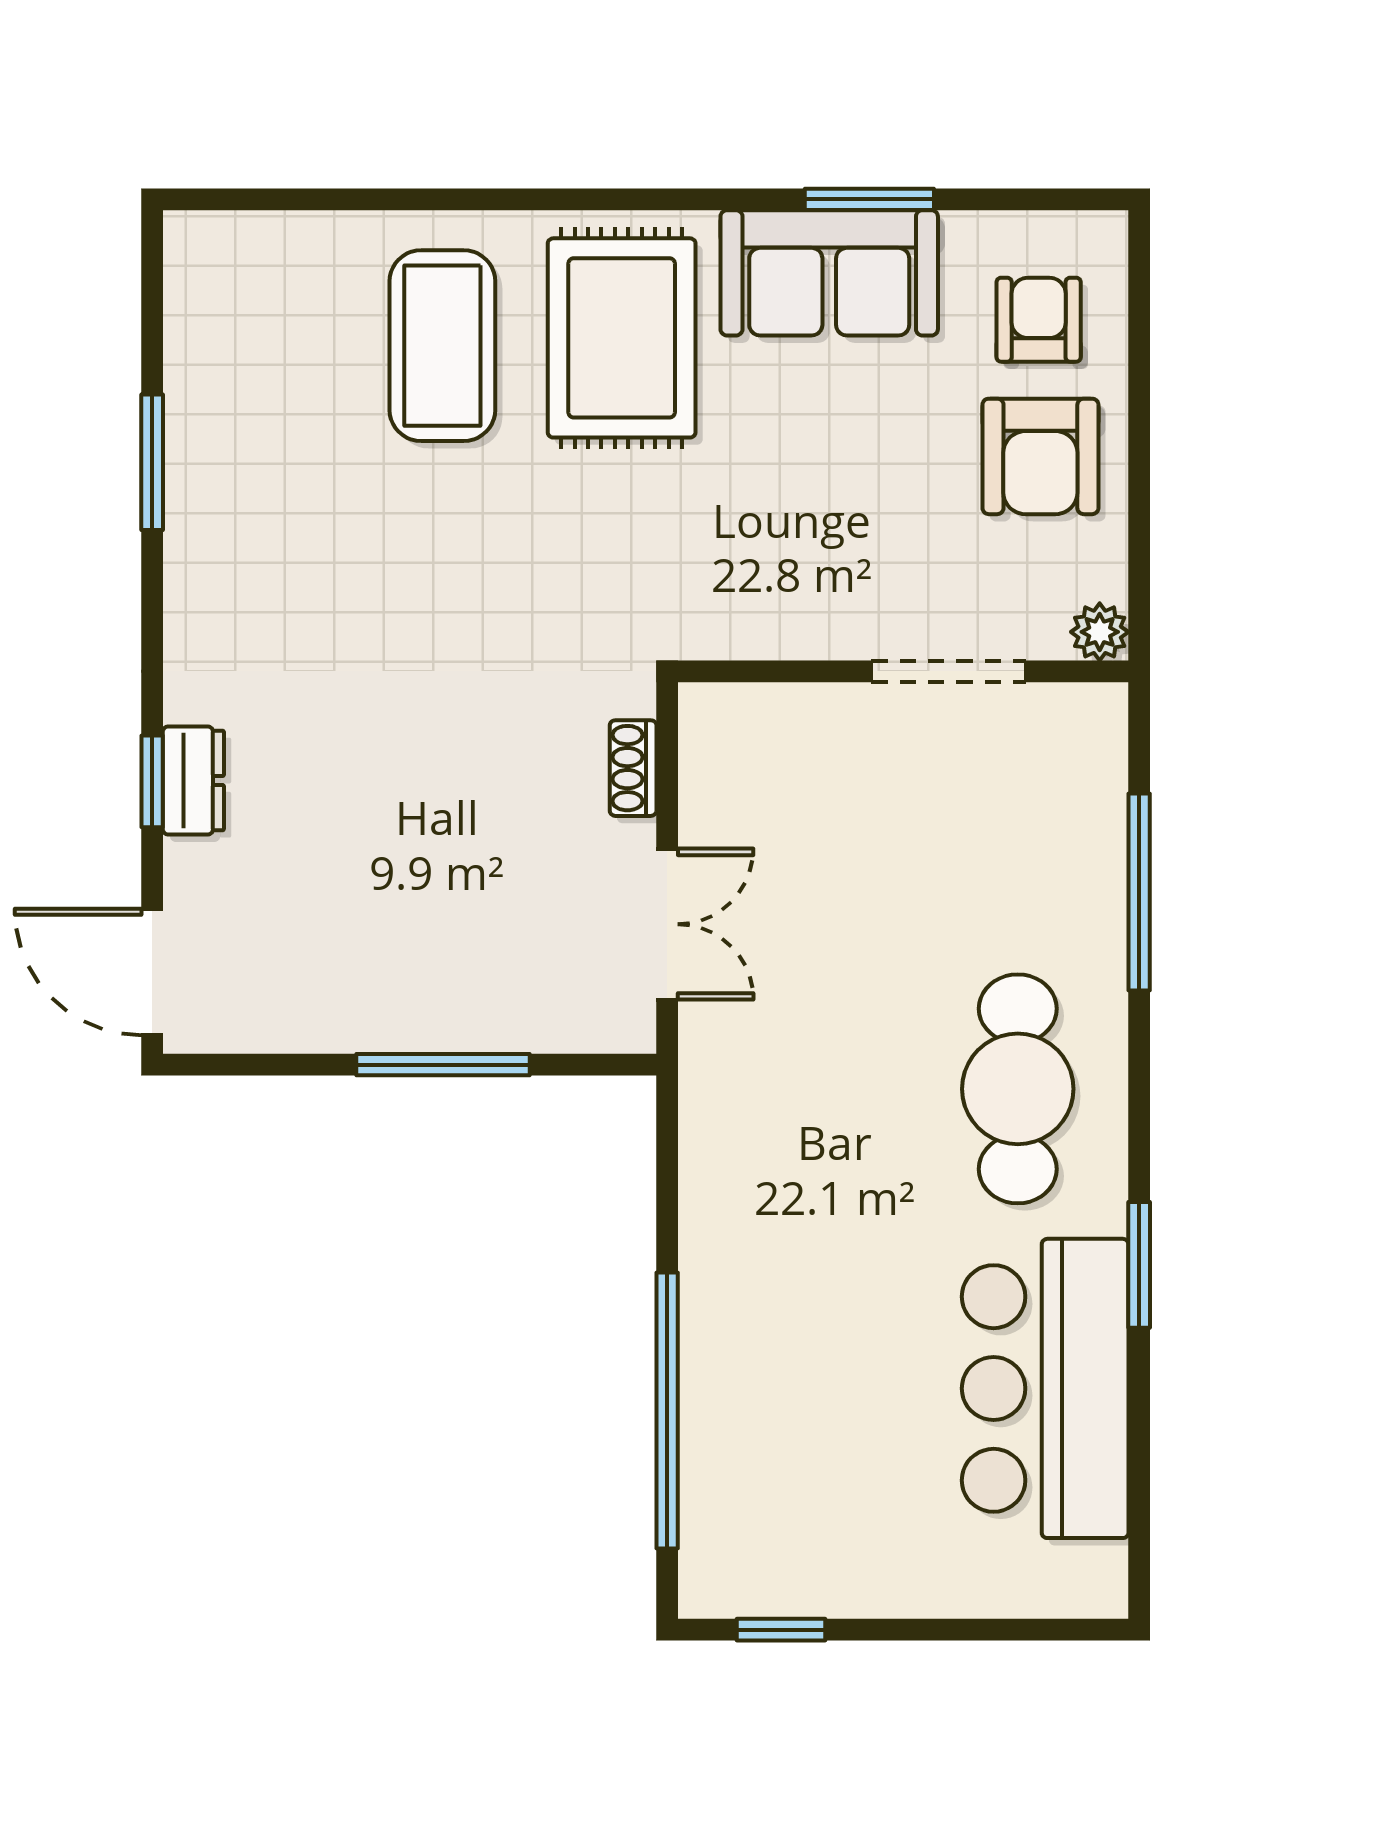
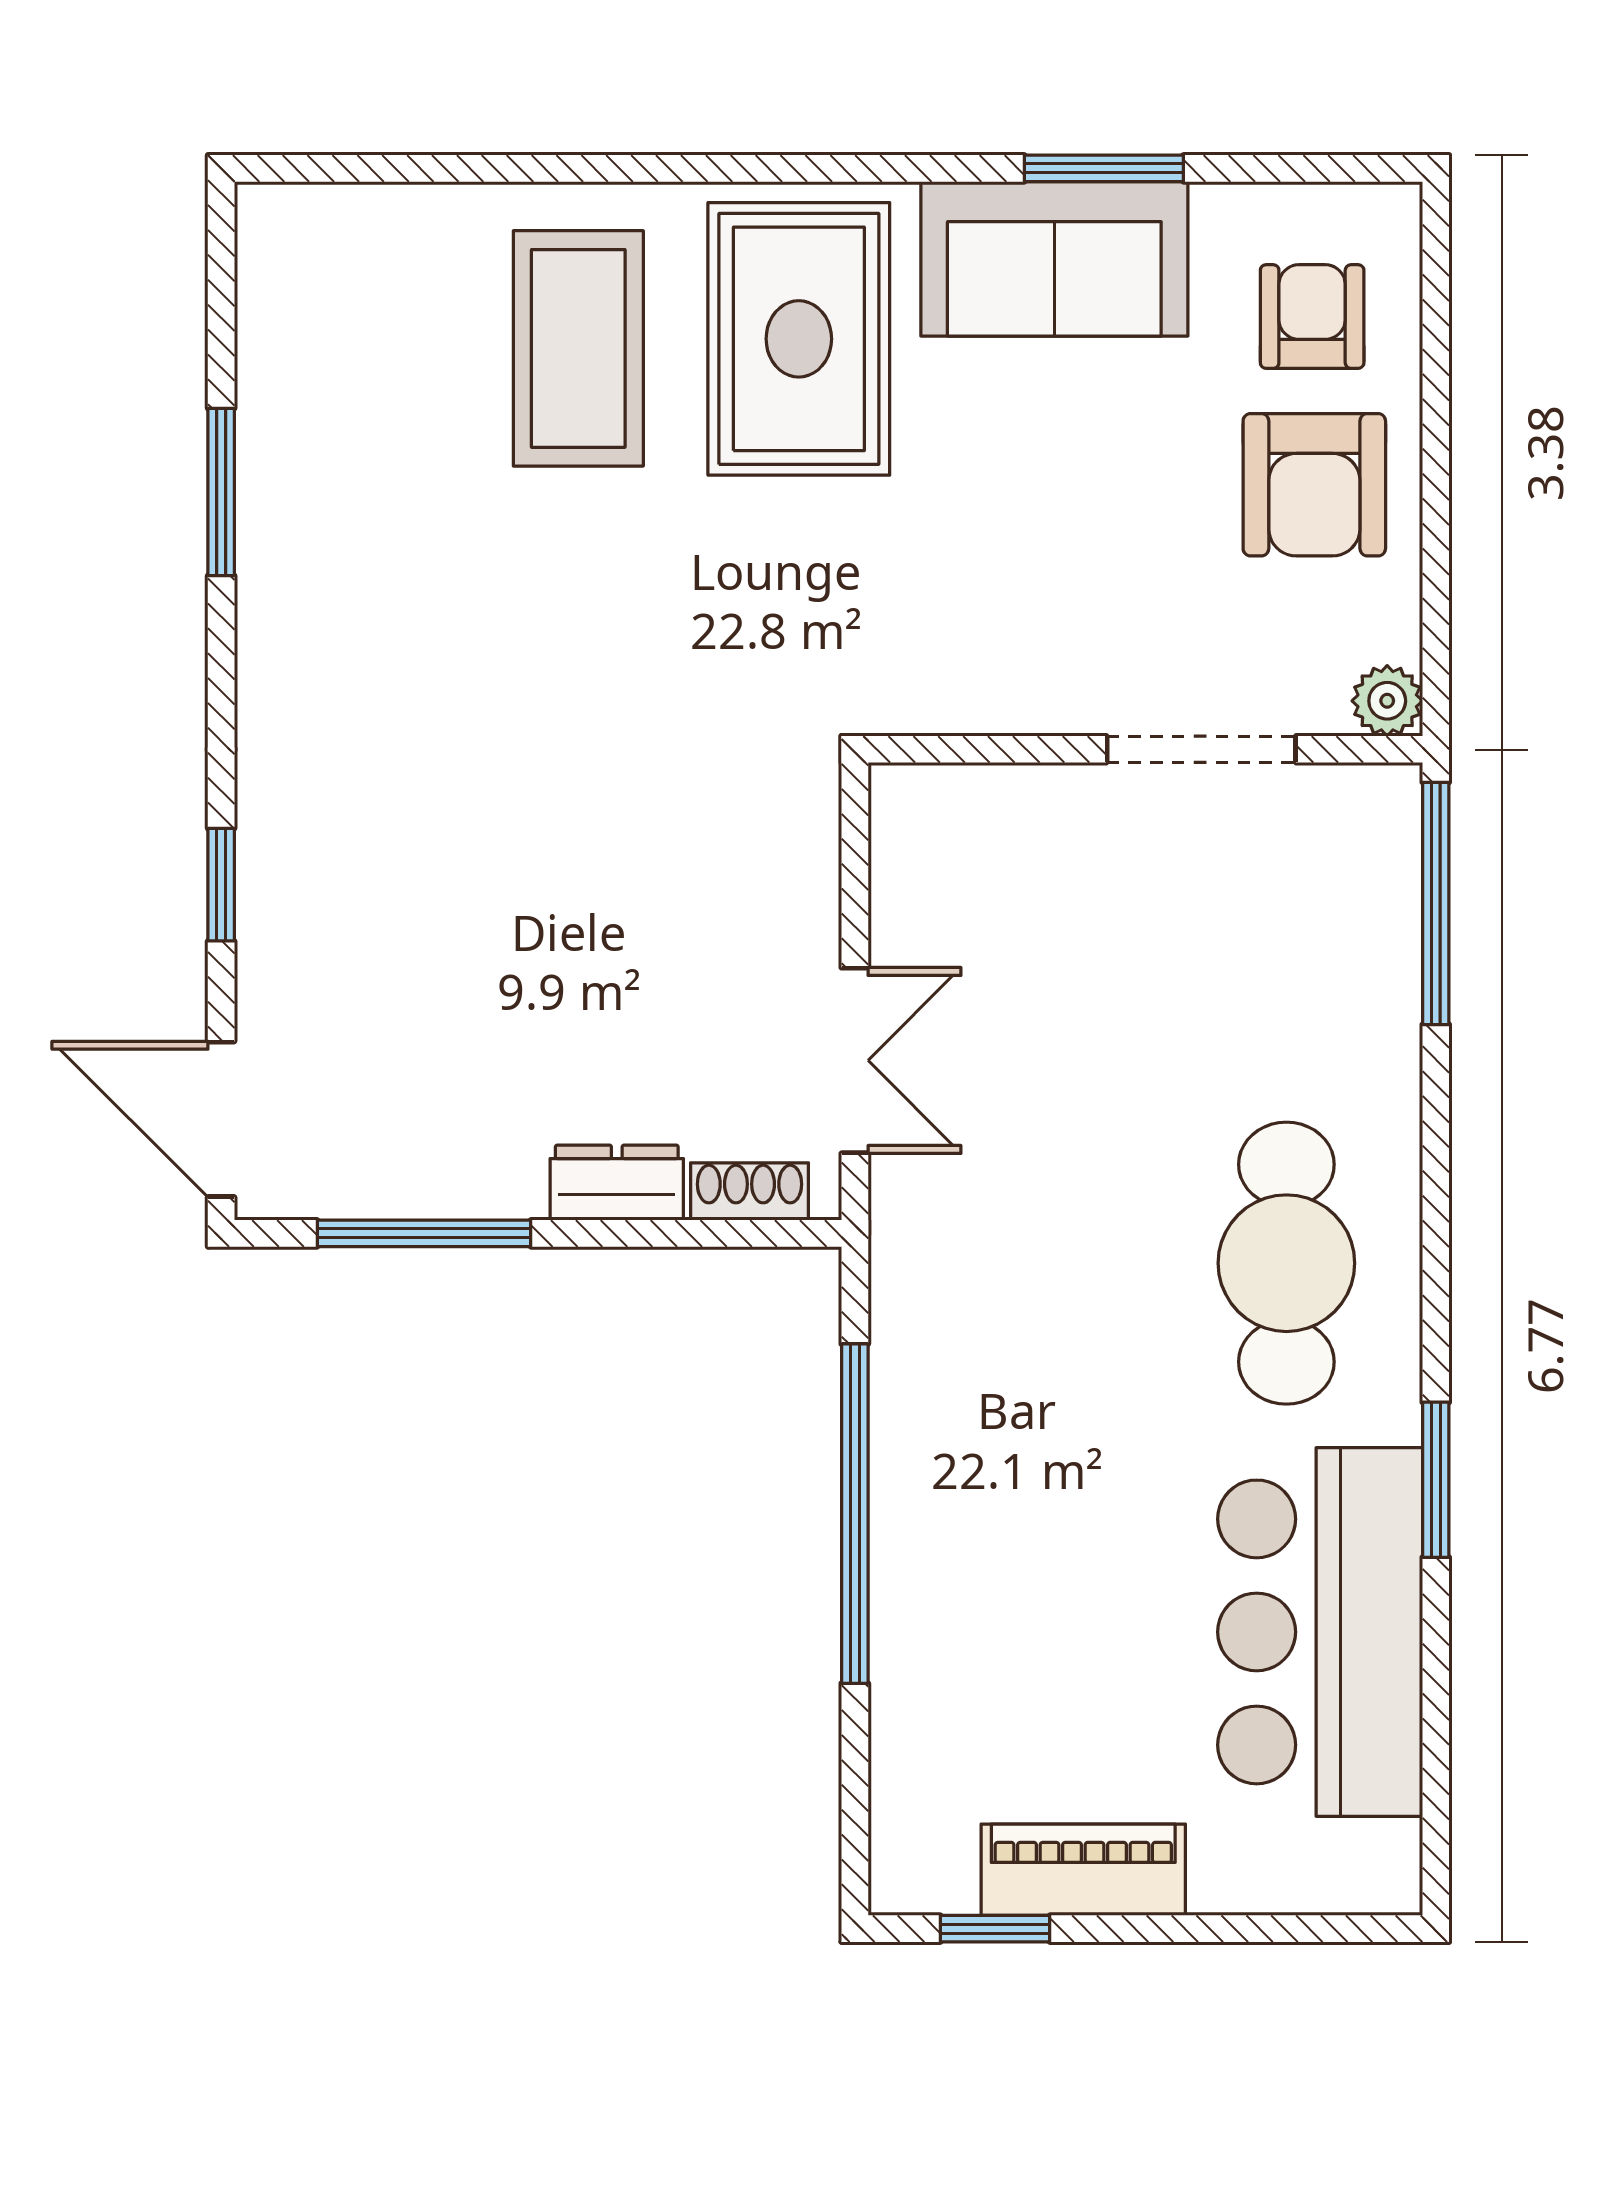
shoe rack: (633, 768) -> (750, 1191), moved, turned 90
dresser: (193, 780) -> (617, 1183), moved, turned -90
window: (1139, 892) -> (1436, 903), moved
window: (443, 1065) -> (424, 1233), moved
window: (667, 1410) -> (855, 1514), moved
piano: (853, 1582) -> (1083, 1870), added

